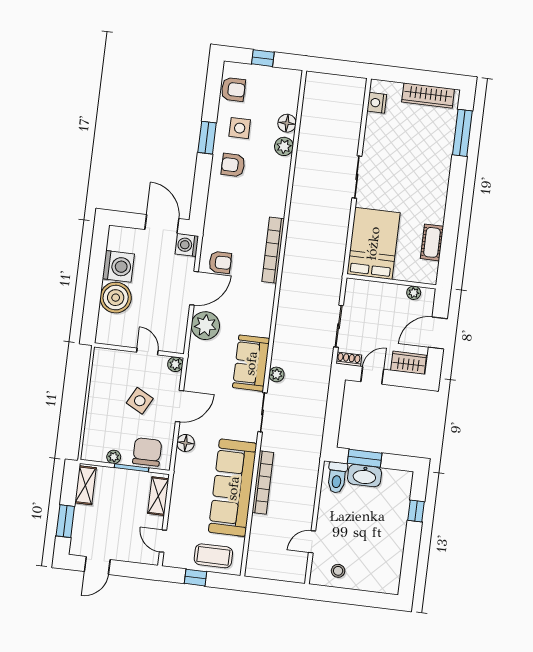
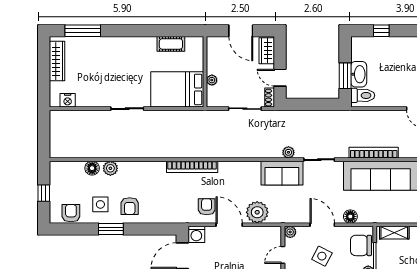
plant: (414, 293) -> (212, 80), moved

